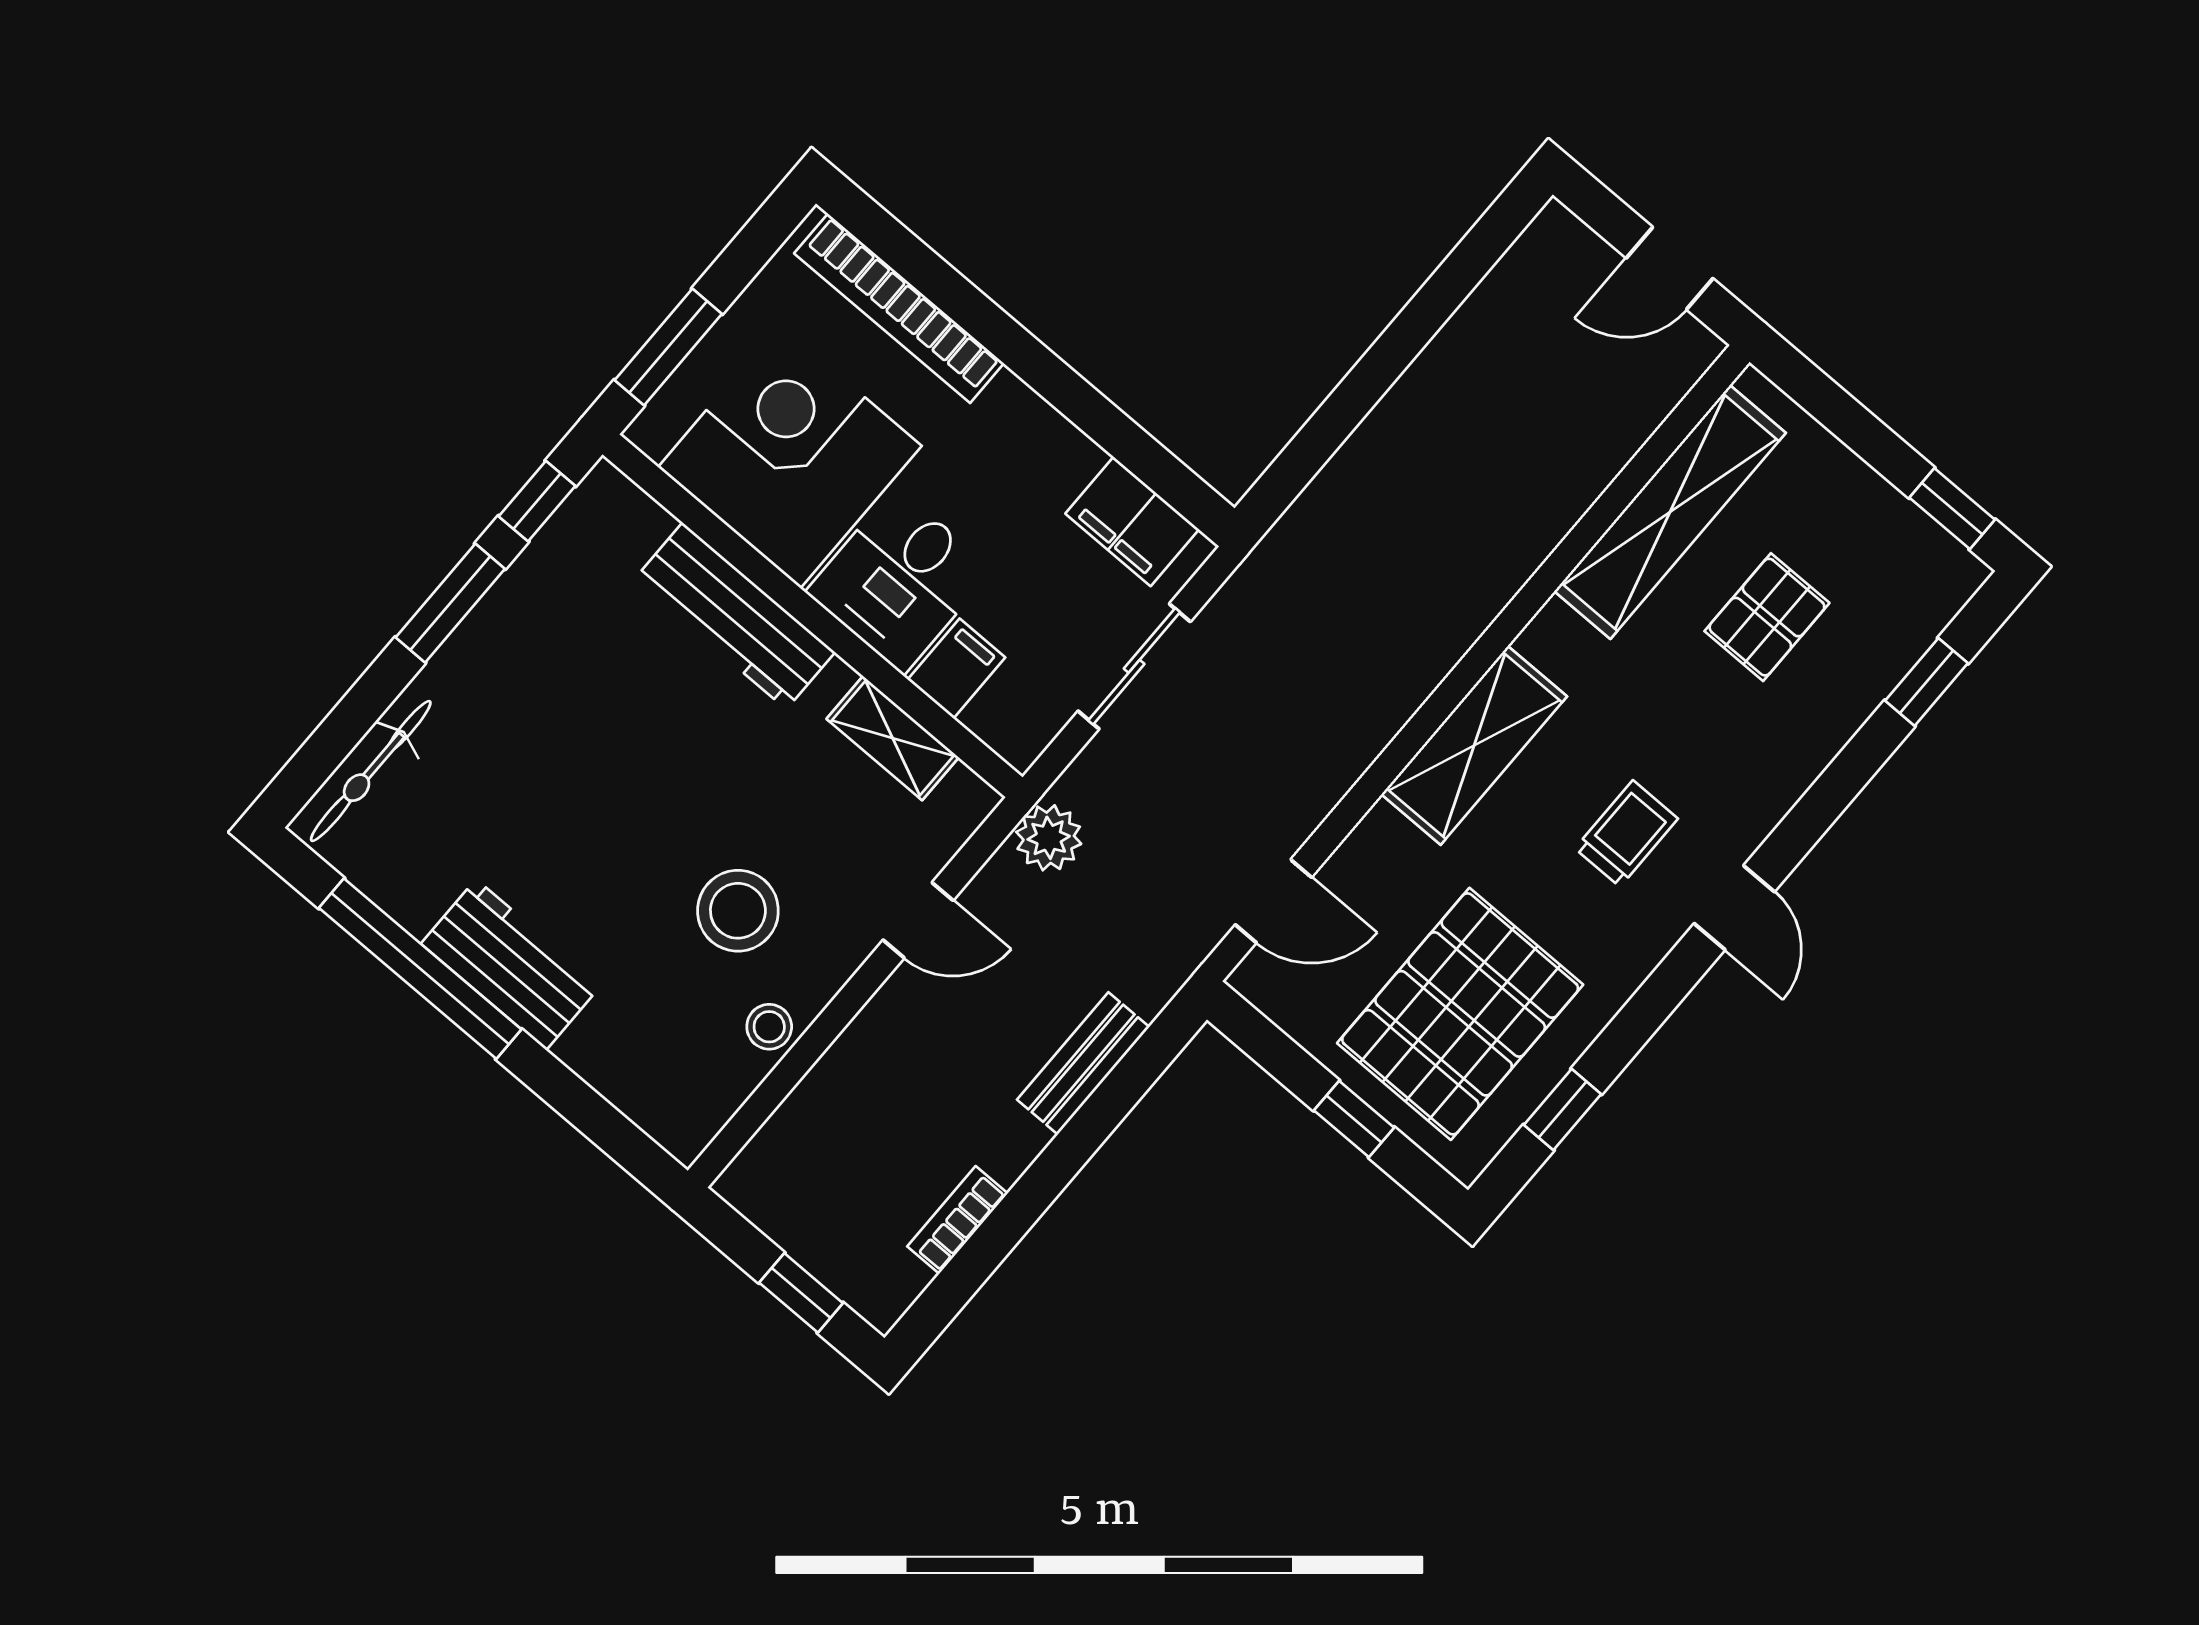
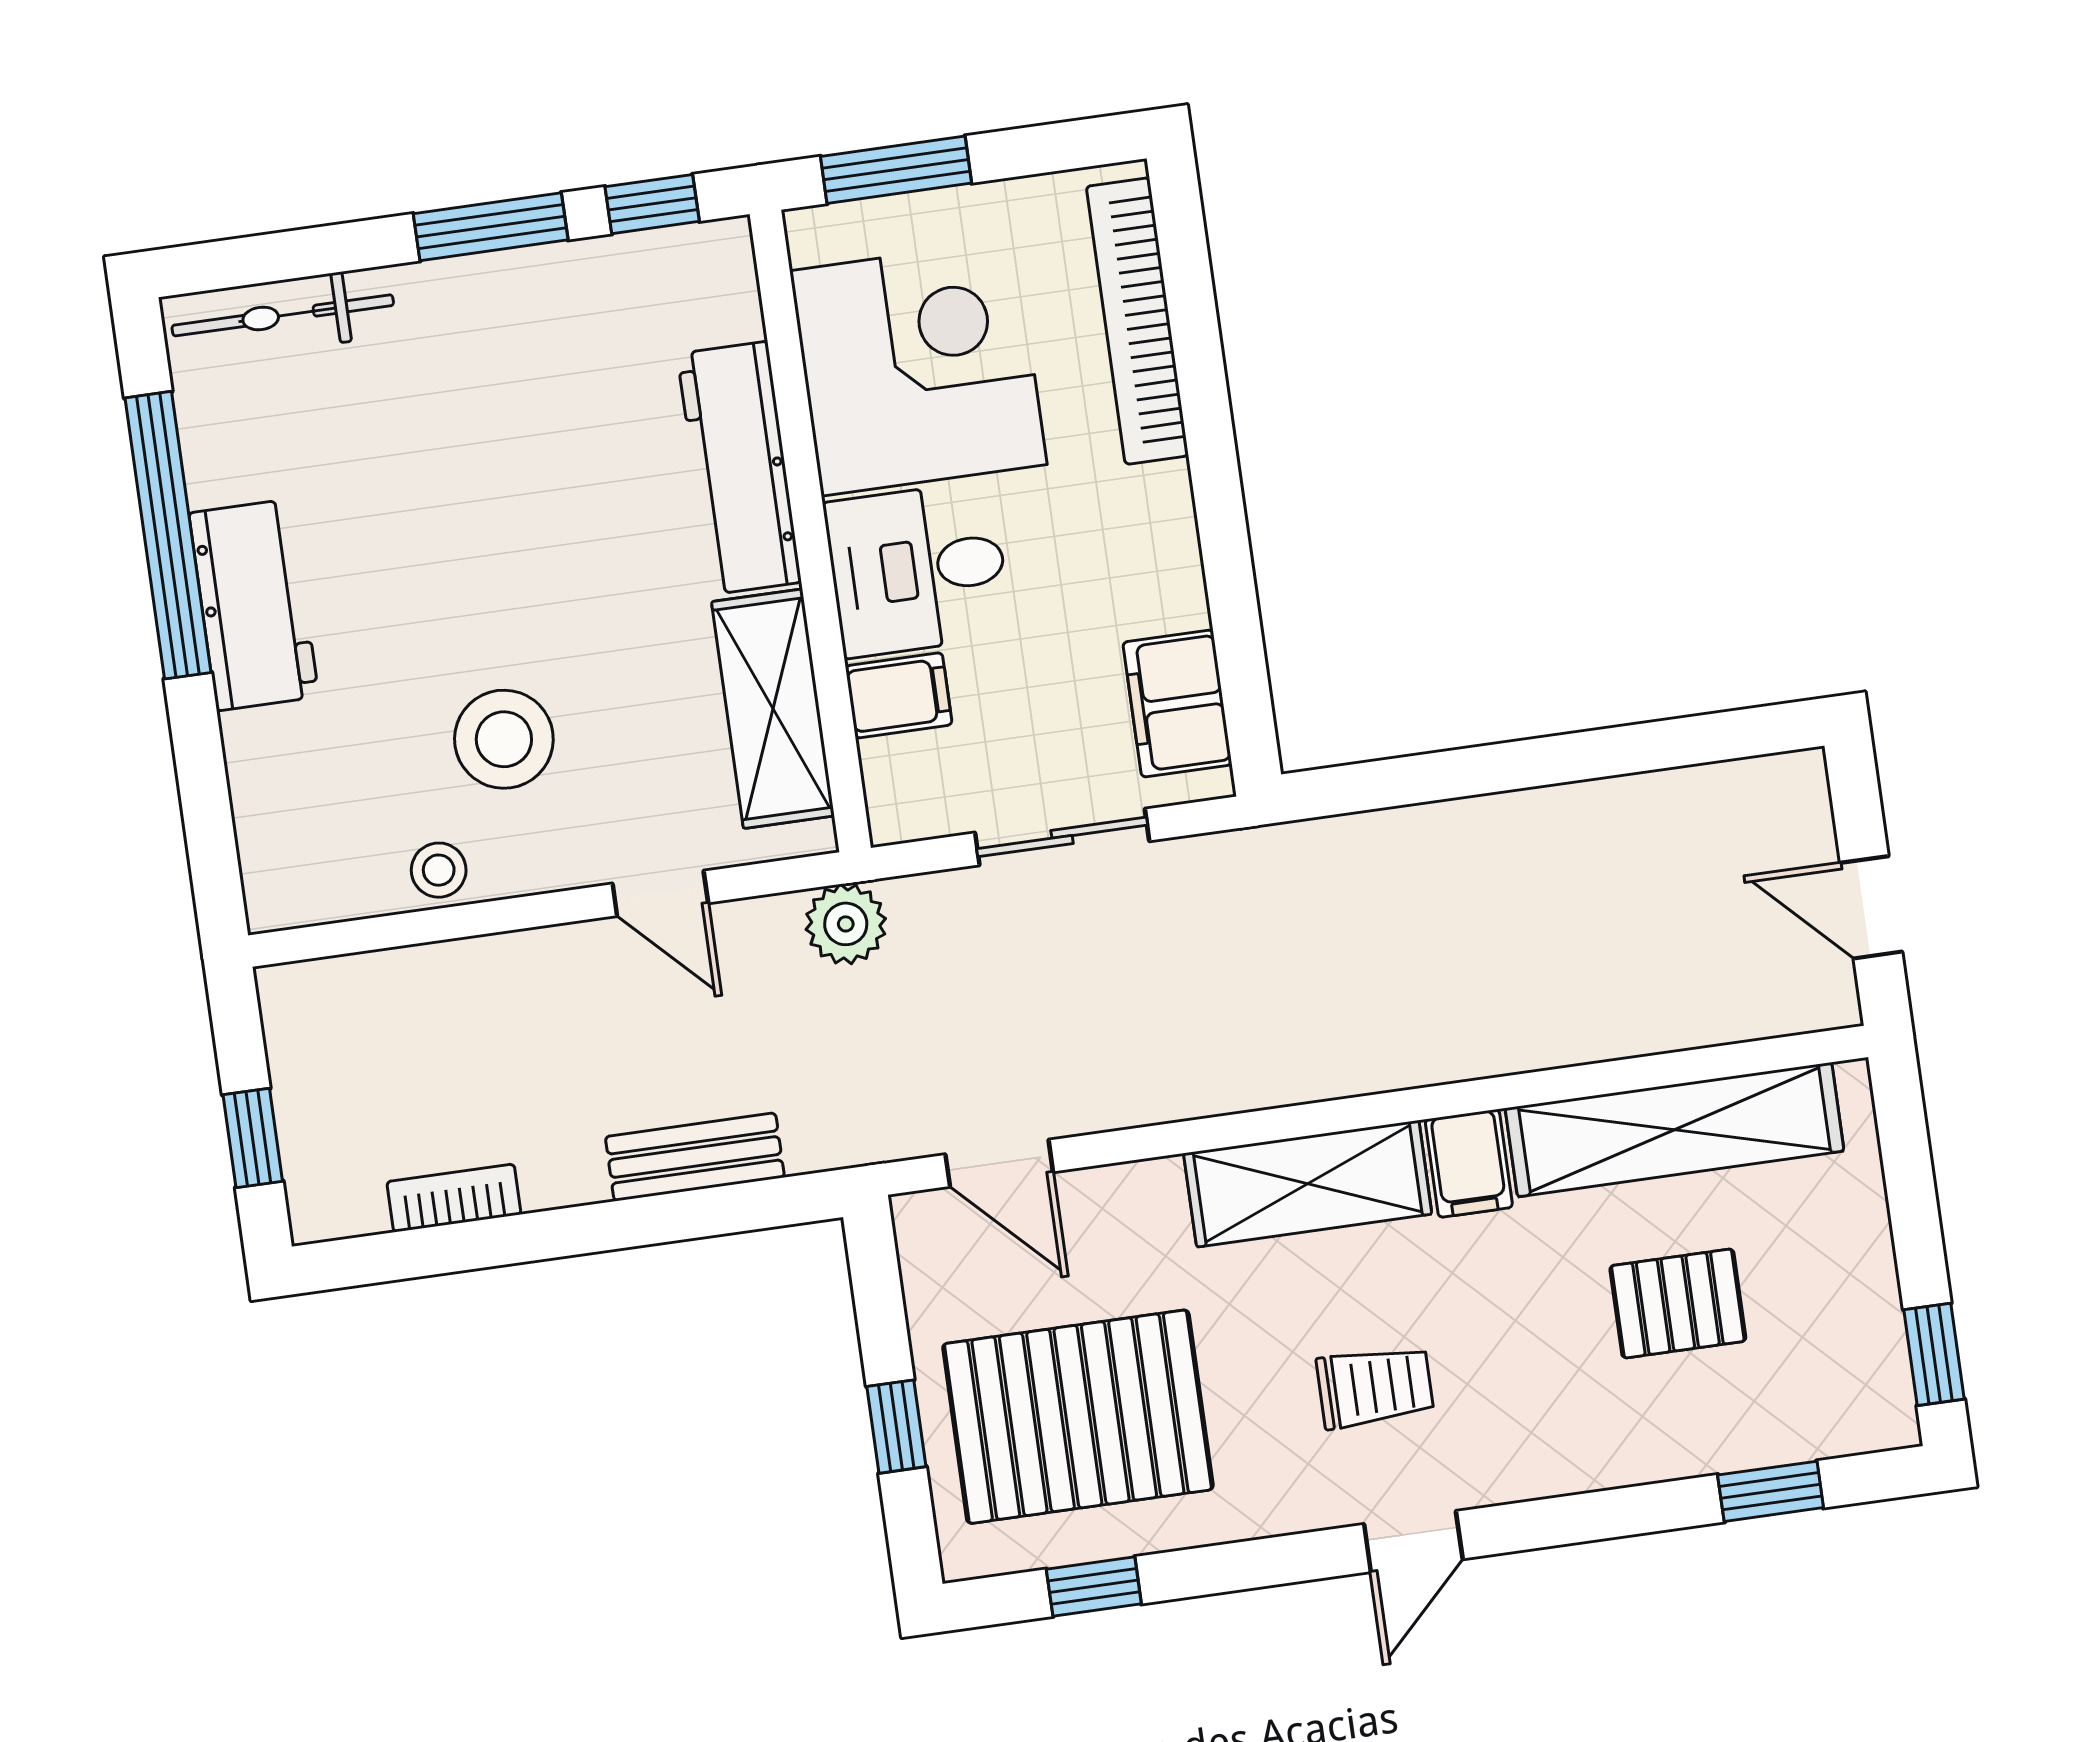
filing cabinet: (1562, 645) -> (1469, 1163), added
shelving: (893, 738) -> (773, 709), width x1.50, depth x1.33

